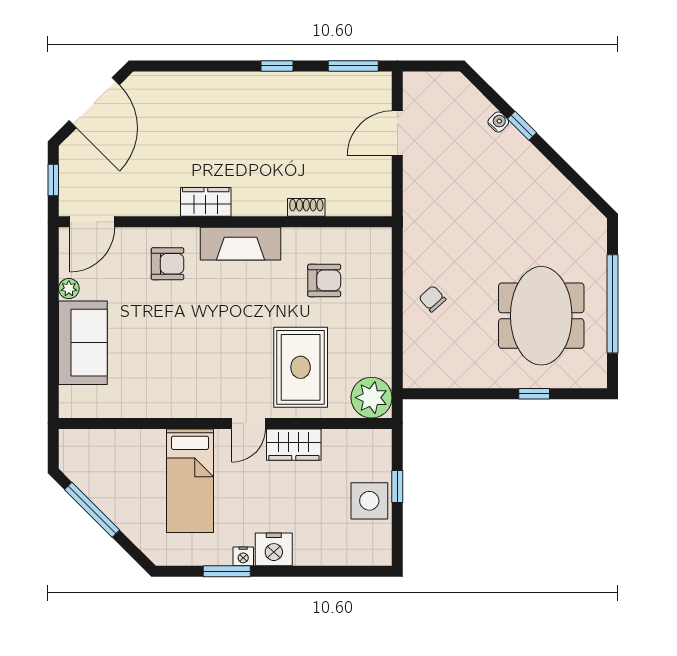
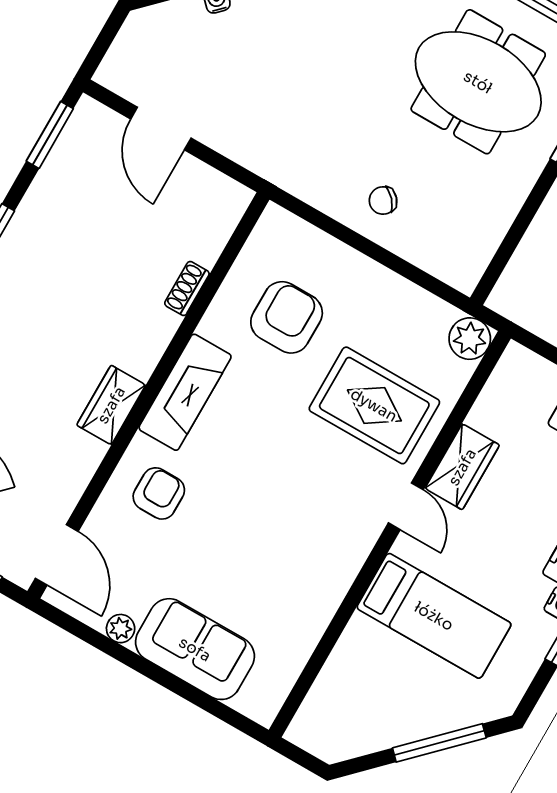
armchair: (324, 280) -> (287, 317), width x1.38, depth x1.38
plant: (372, 398) -> (470, 339), width x0.73, depth x0.73
window: (92, 510) -> (439, 743), moved

